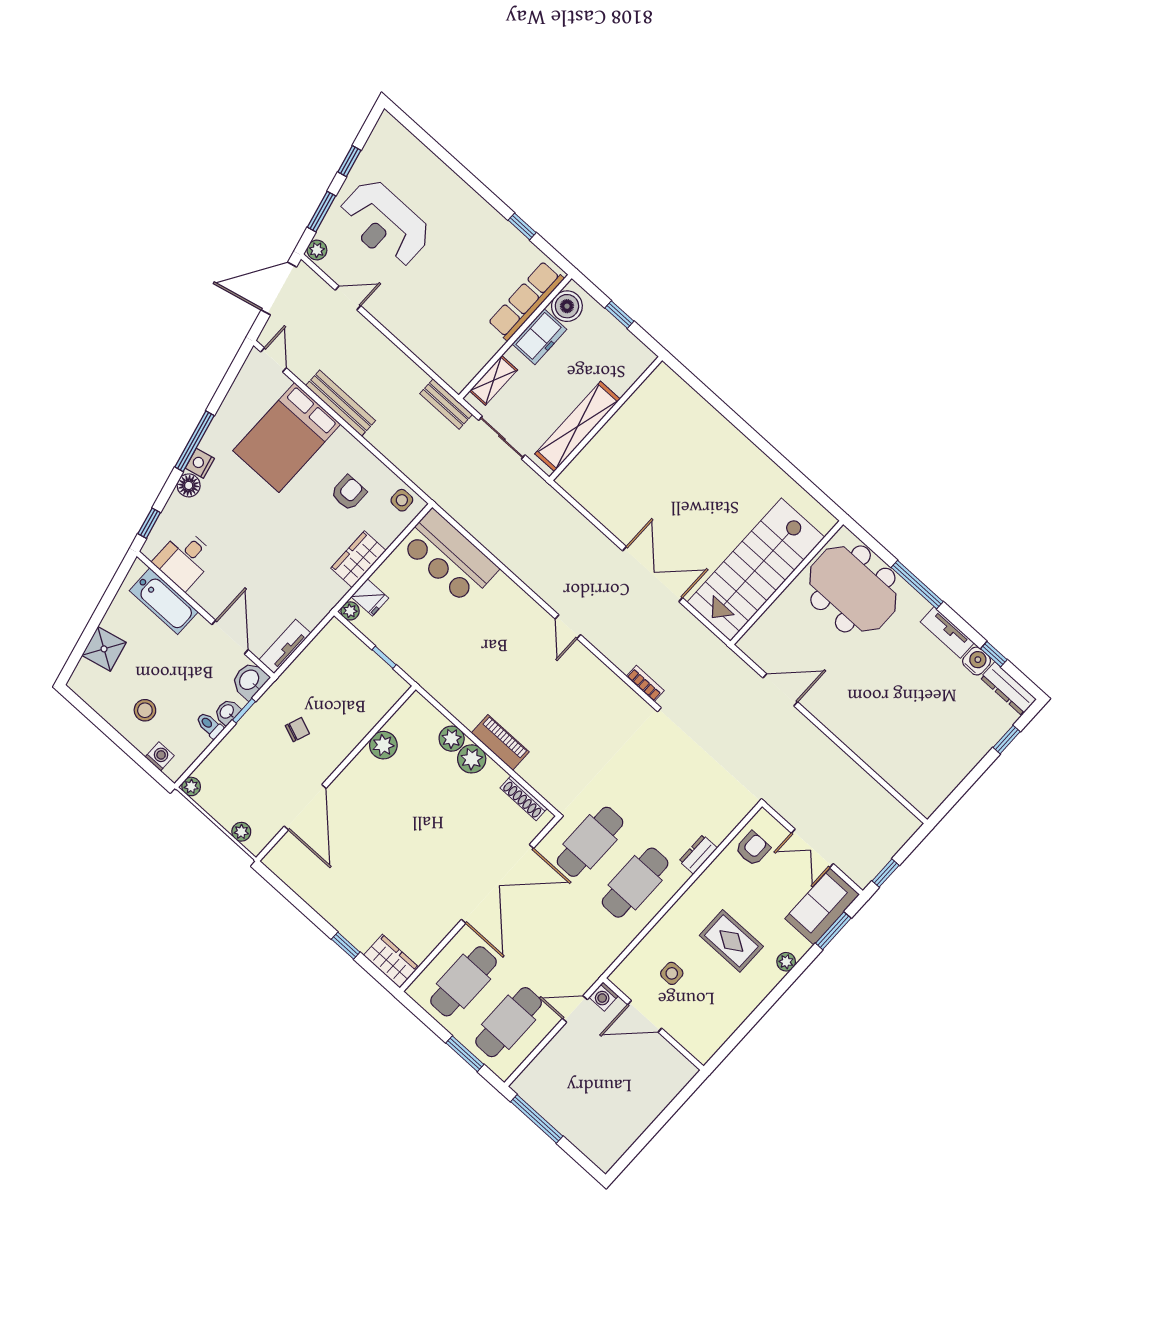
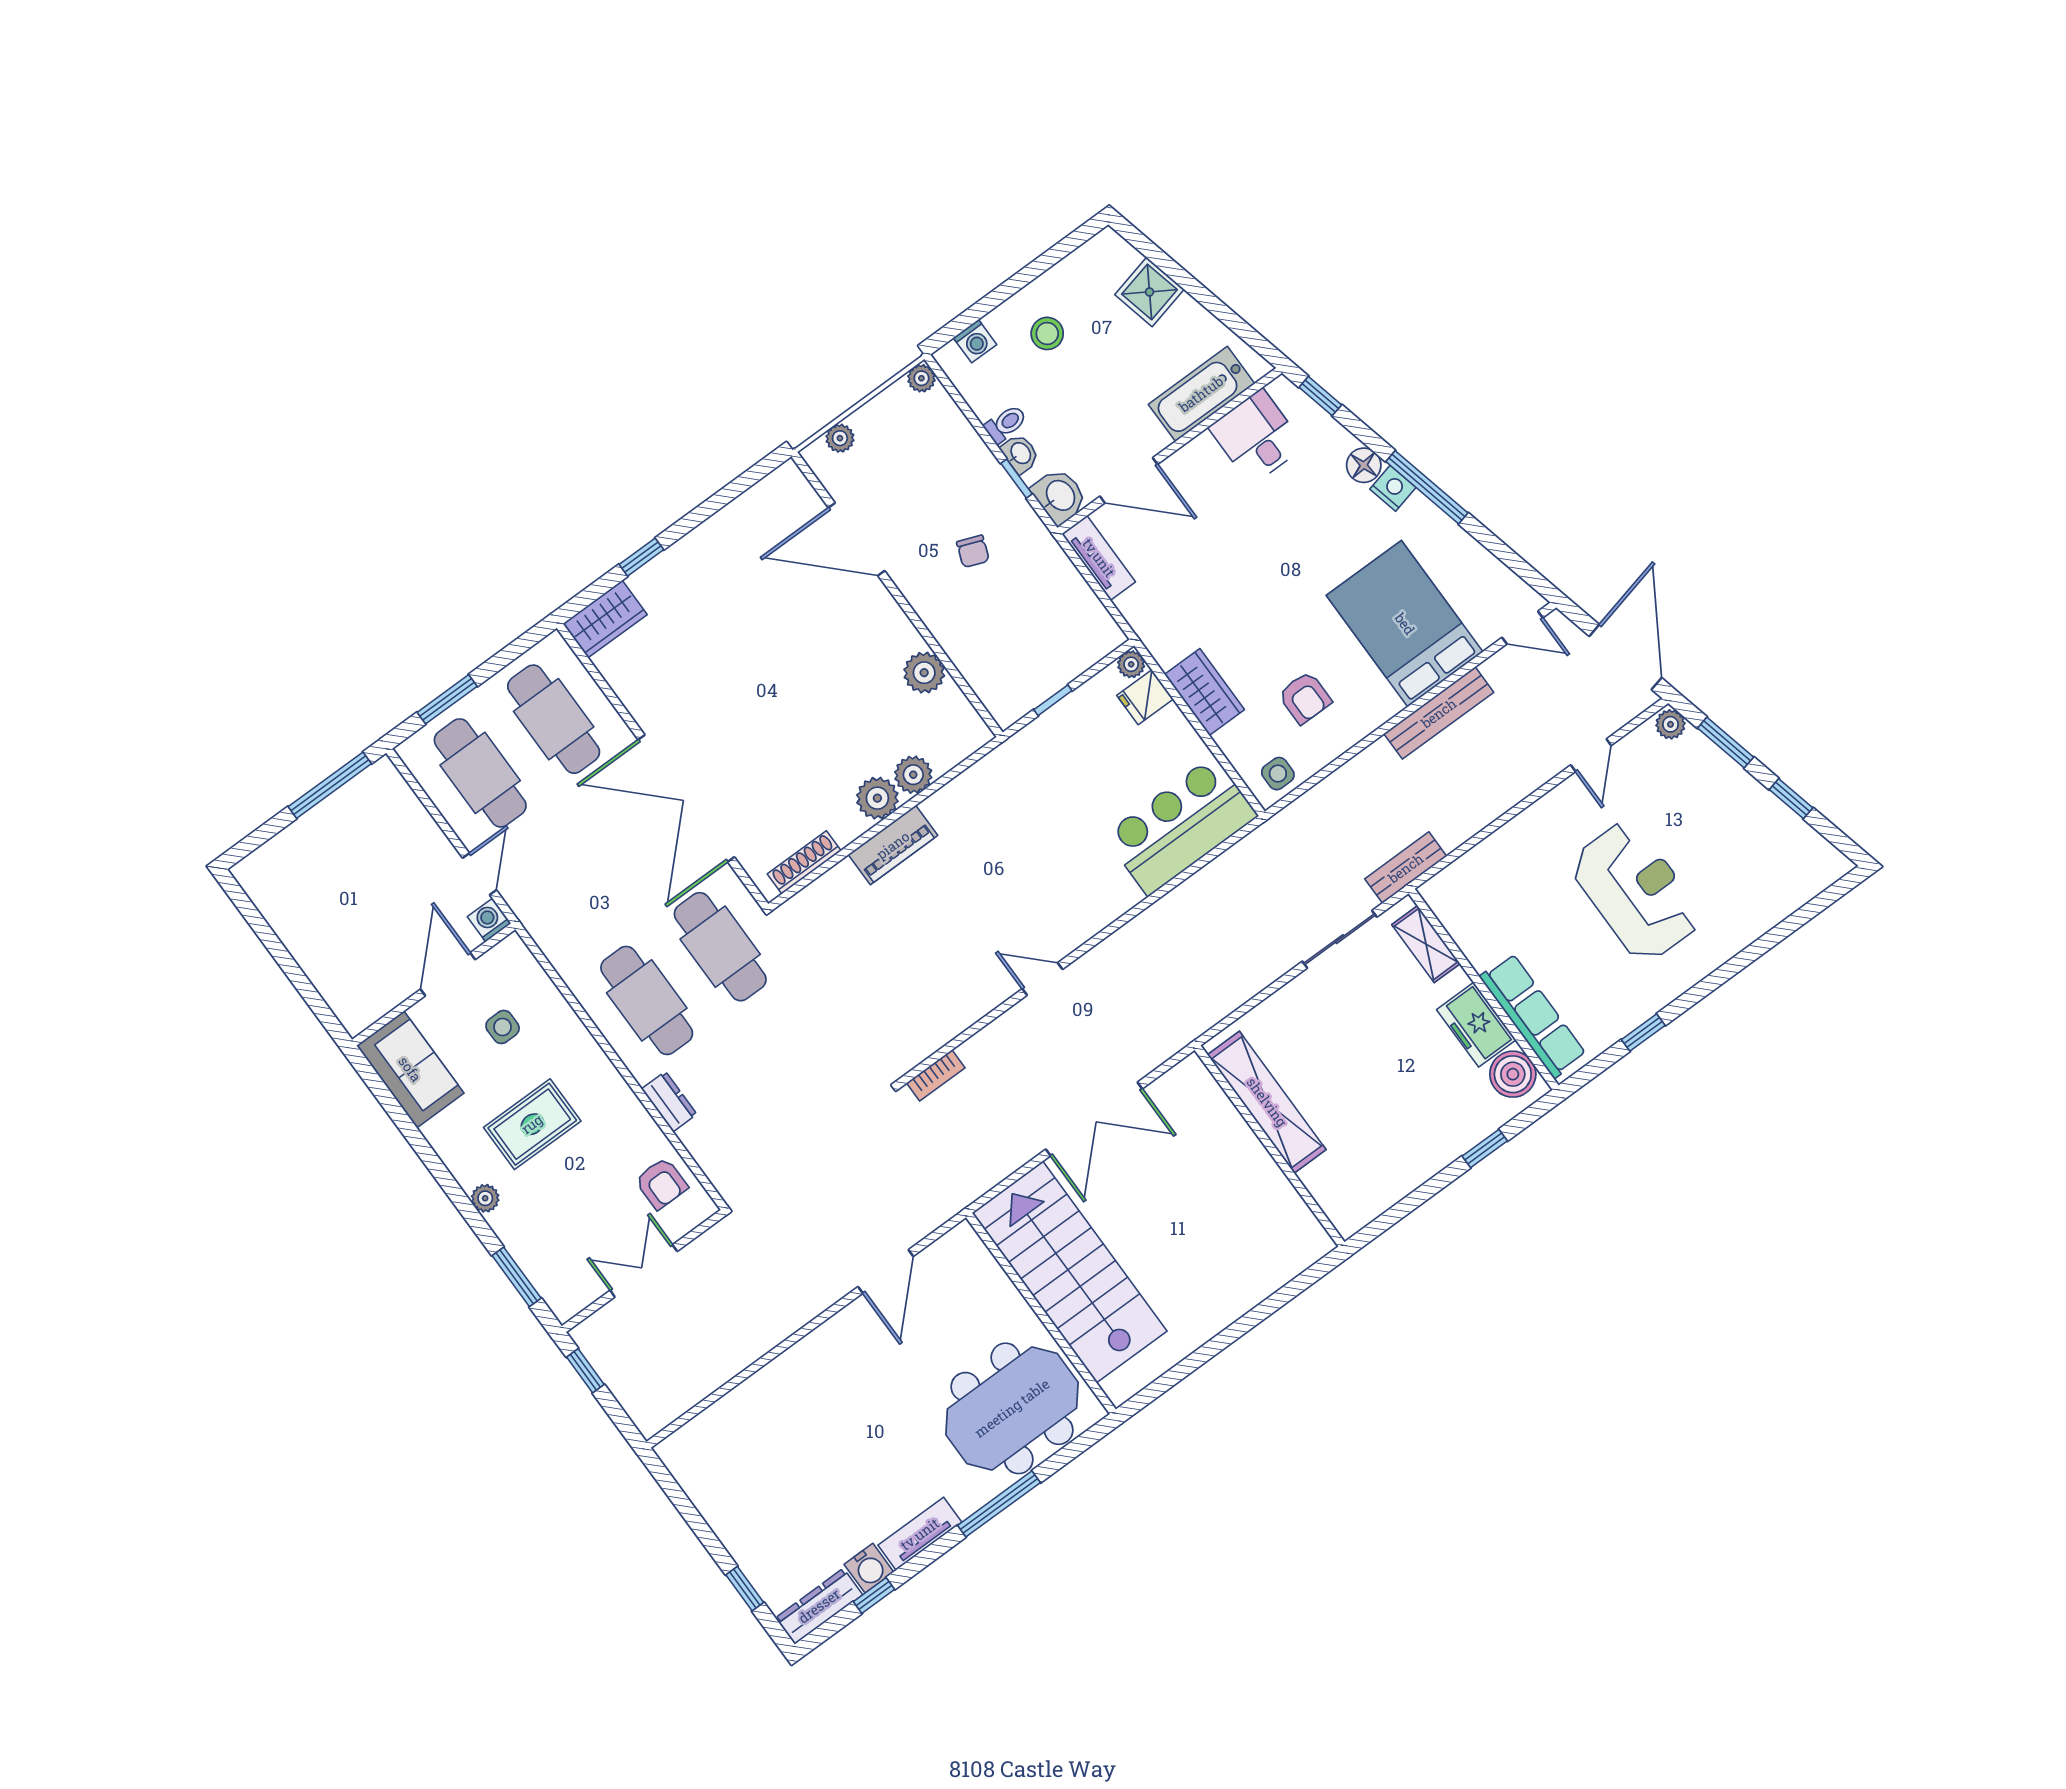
reception desk: (384, 224) -> (1636, 891), moved, turned 90
wall: (606, 419) -> (1270, 1146), moved
shelving: (578, 426) -> (1267, 1102), moved
sofa: (822, 907) -> (410, 1069), moved

